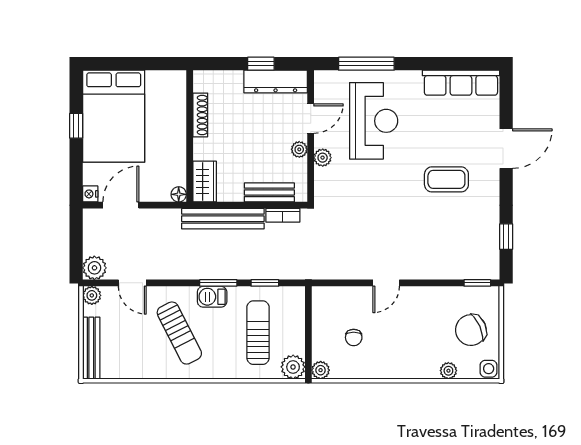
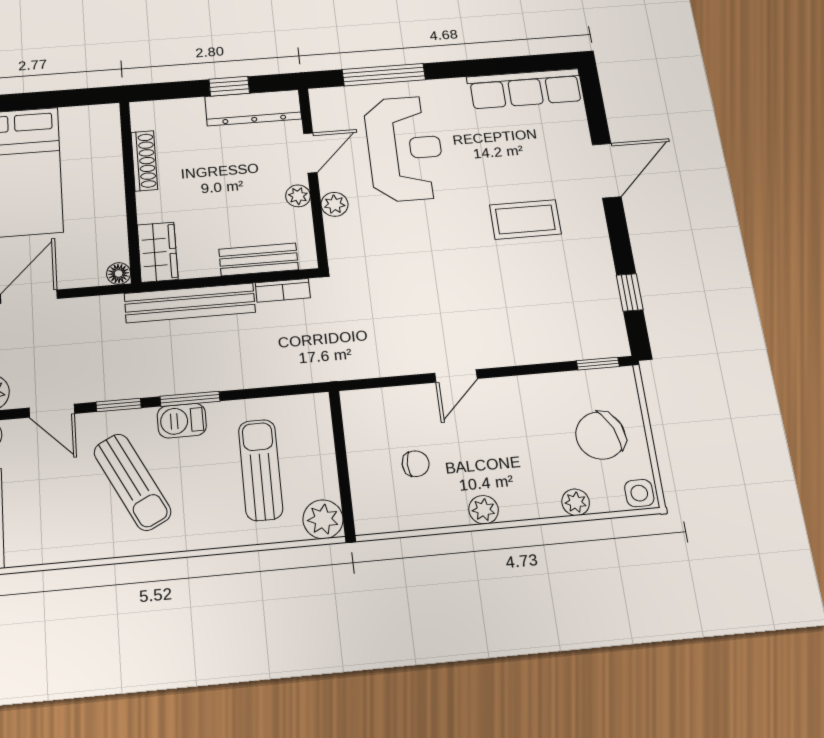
window: (265, 283) -> (119, 405), moved
chair: (354, 337) -> (416, 464), turned -90
plant: (321, 370) -> (484, 510), moved

